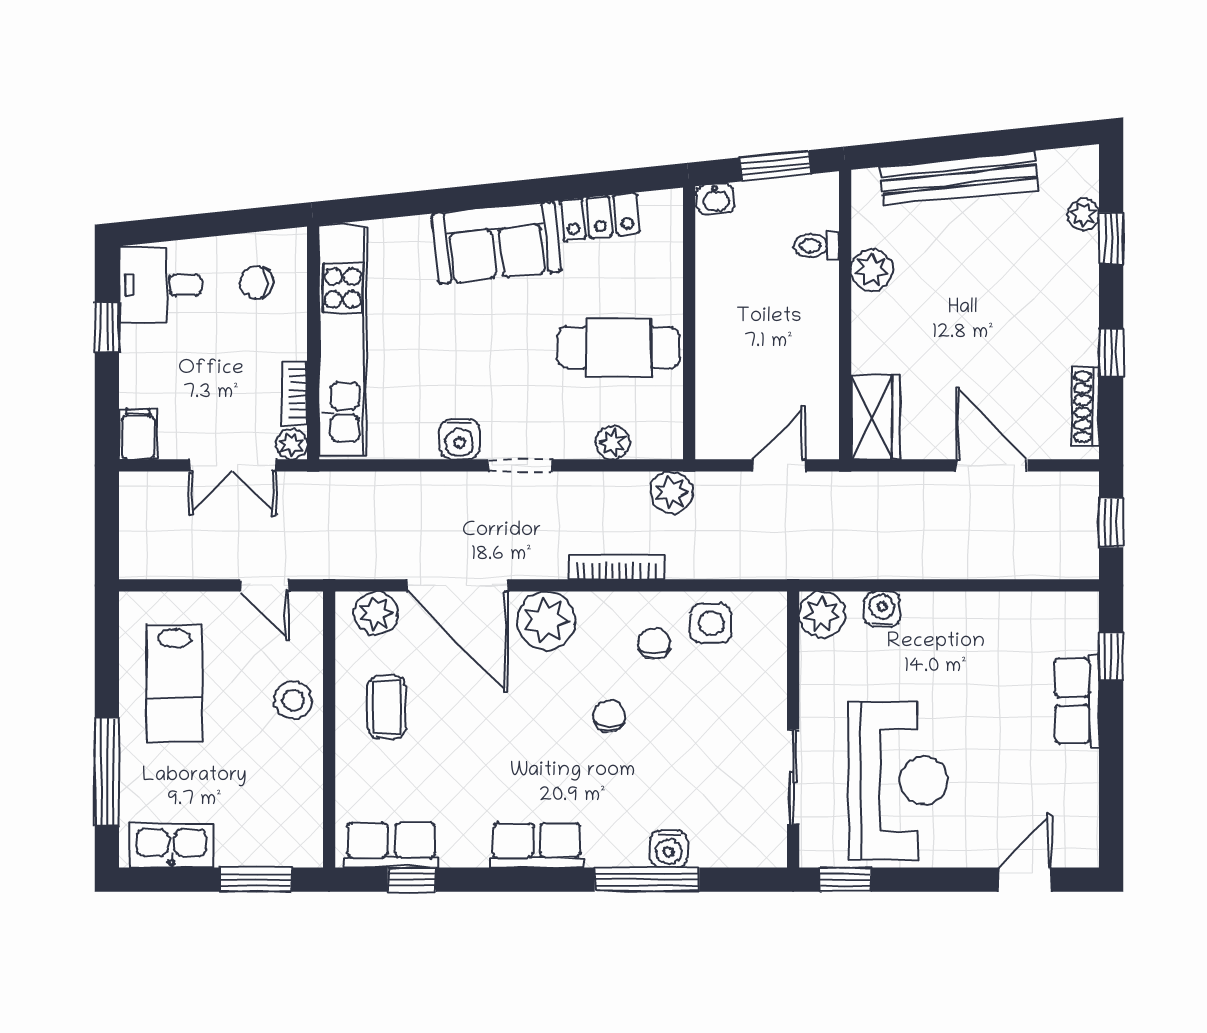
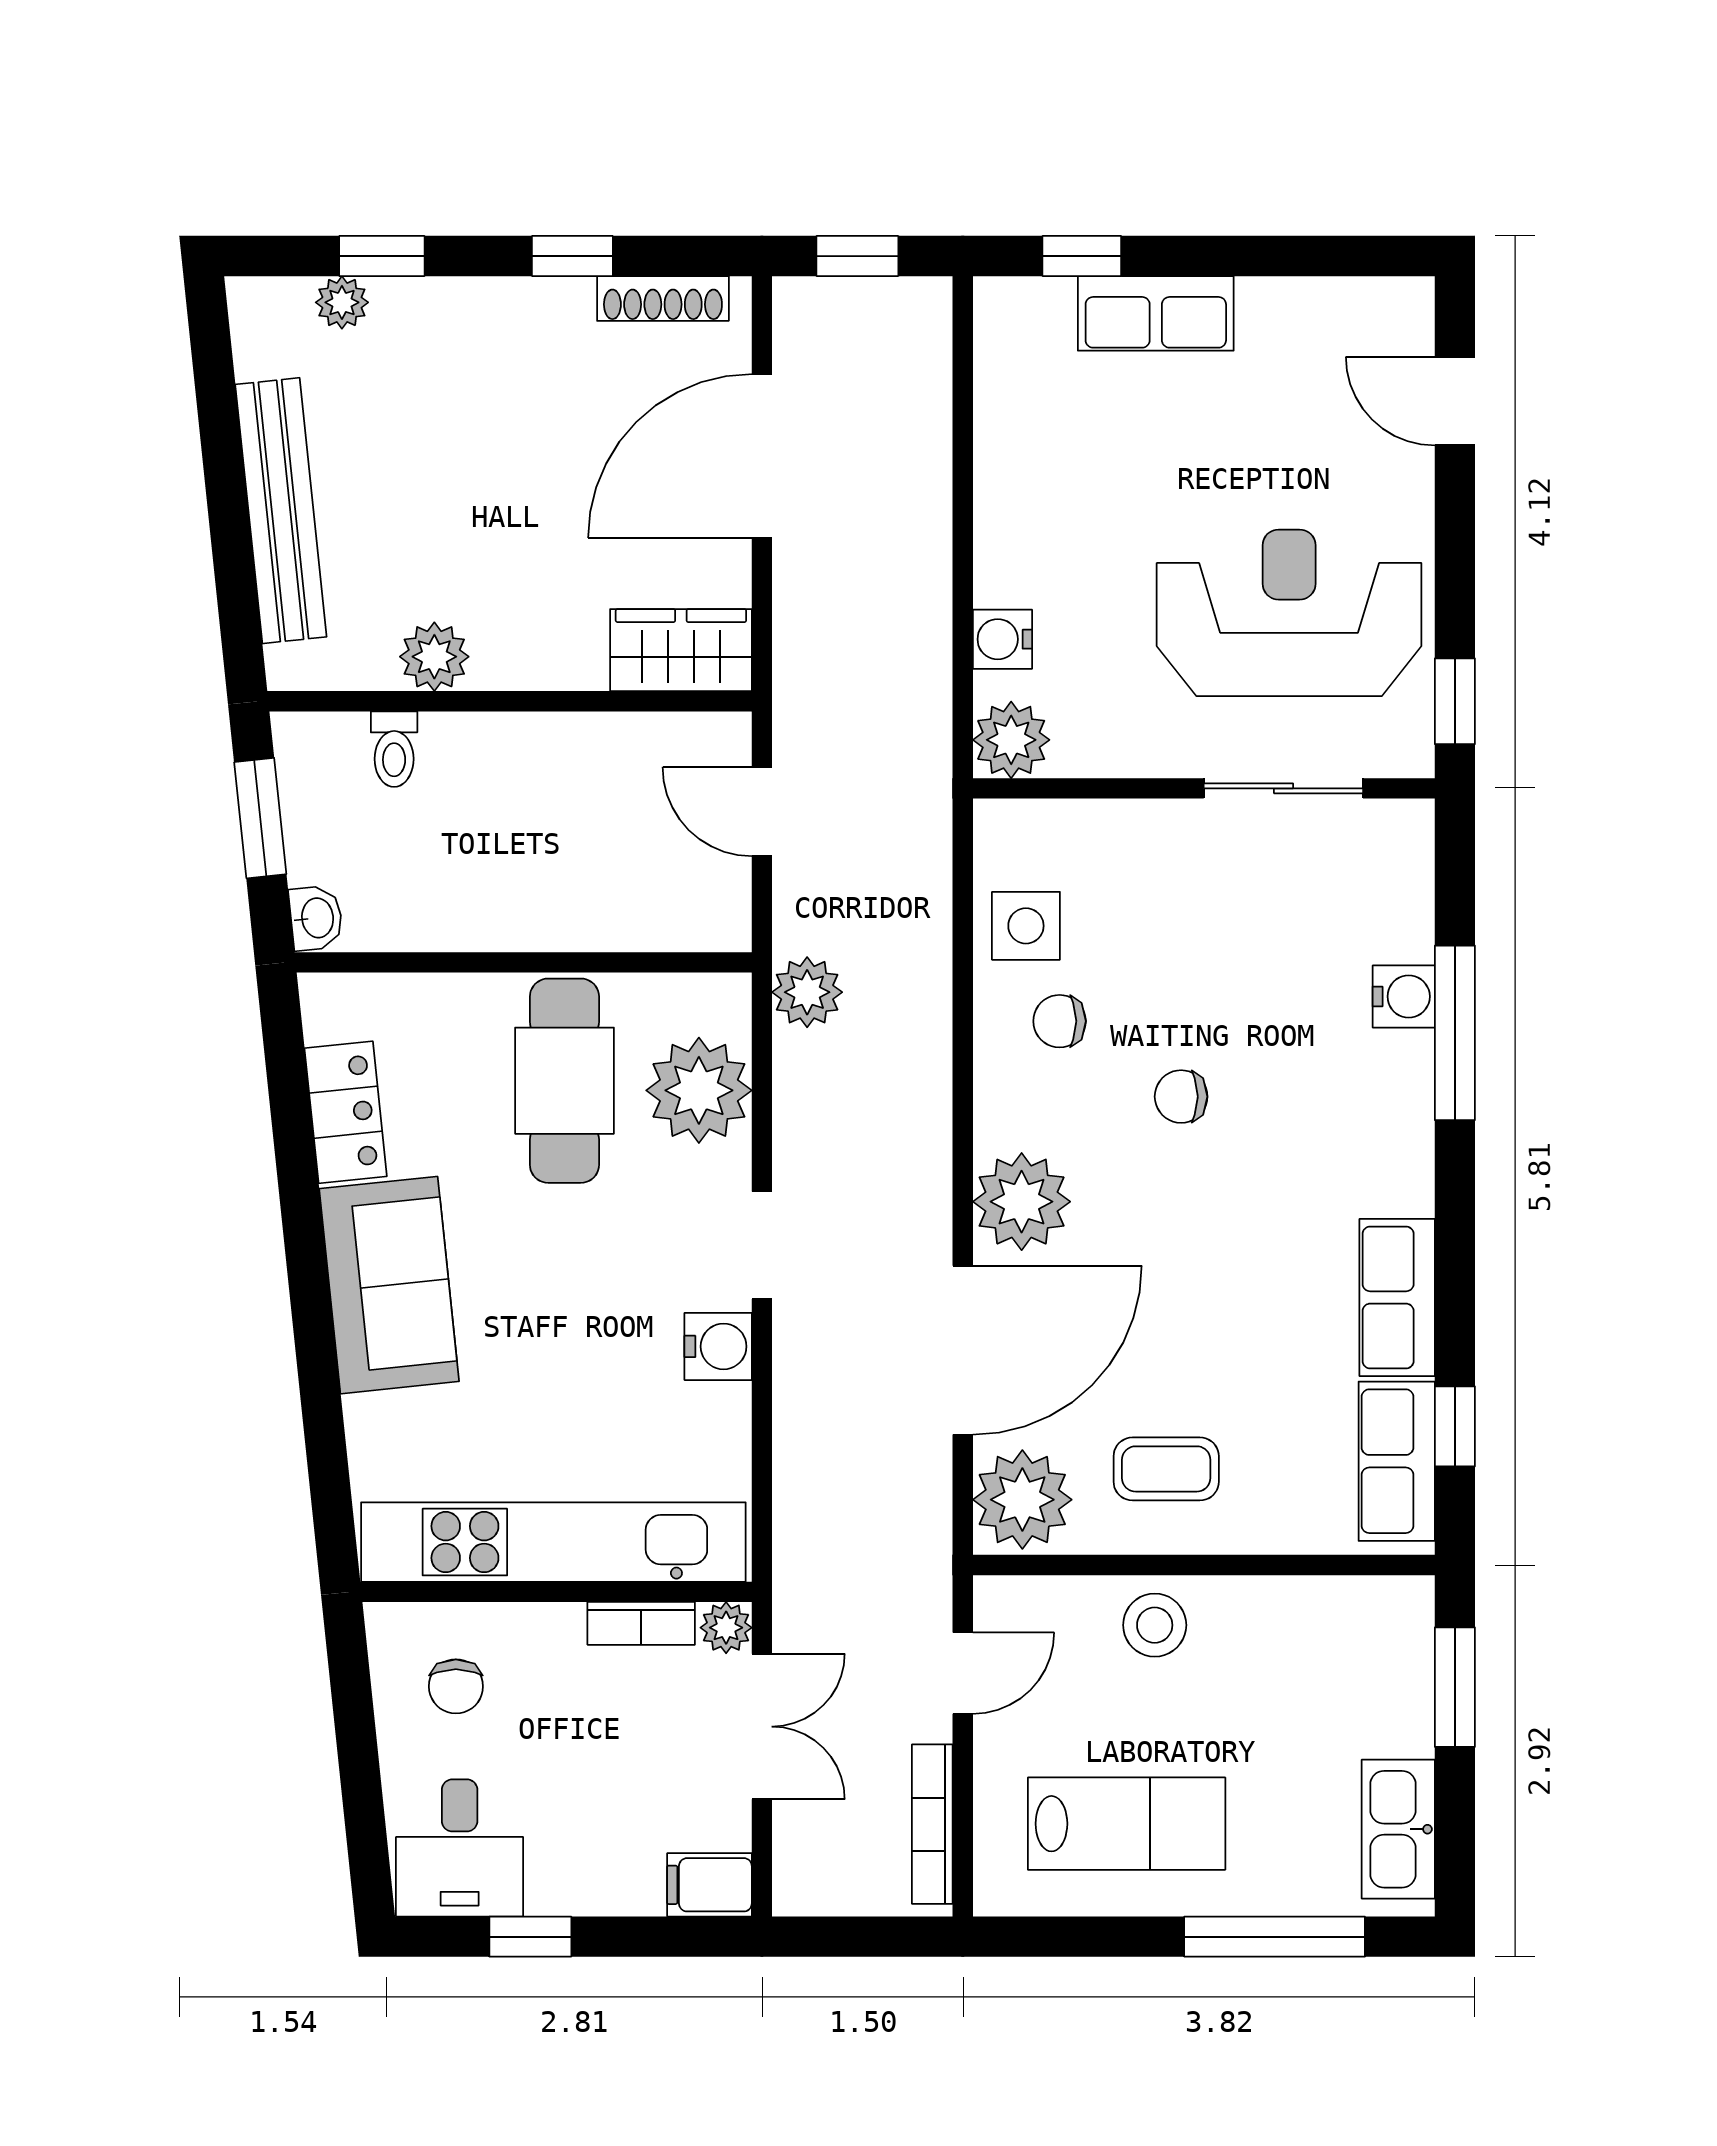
plant: (613, 443) -> (699, 1090), width x1.87, depth x1.87
door: (992, 465) -> (762, 456), width x1.36
bookcase: (616, 567) -> (932, 1824), moved
plant: (376, 613) -> (1022, 1500), width x1.36, depth x1.36
row of seats: (537, 845) -> (1397, 1297), moved

